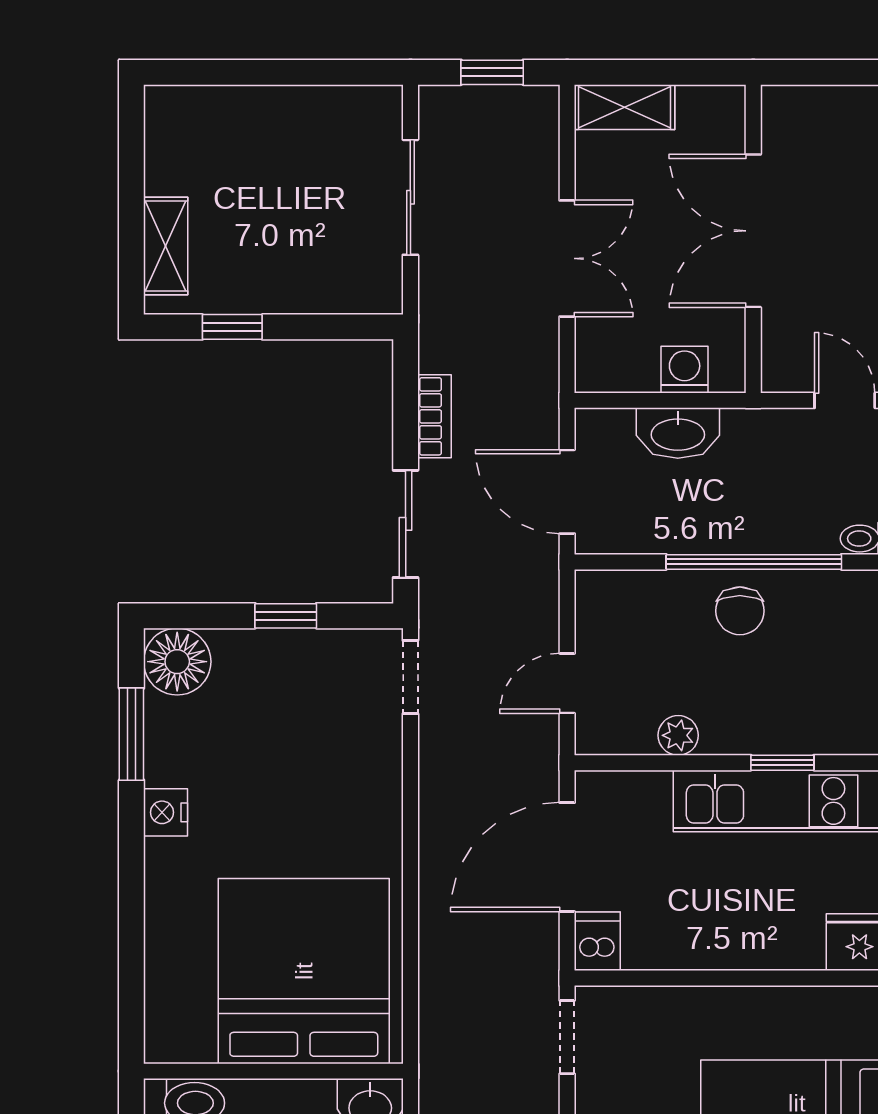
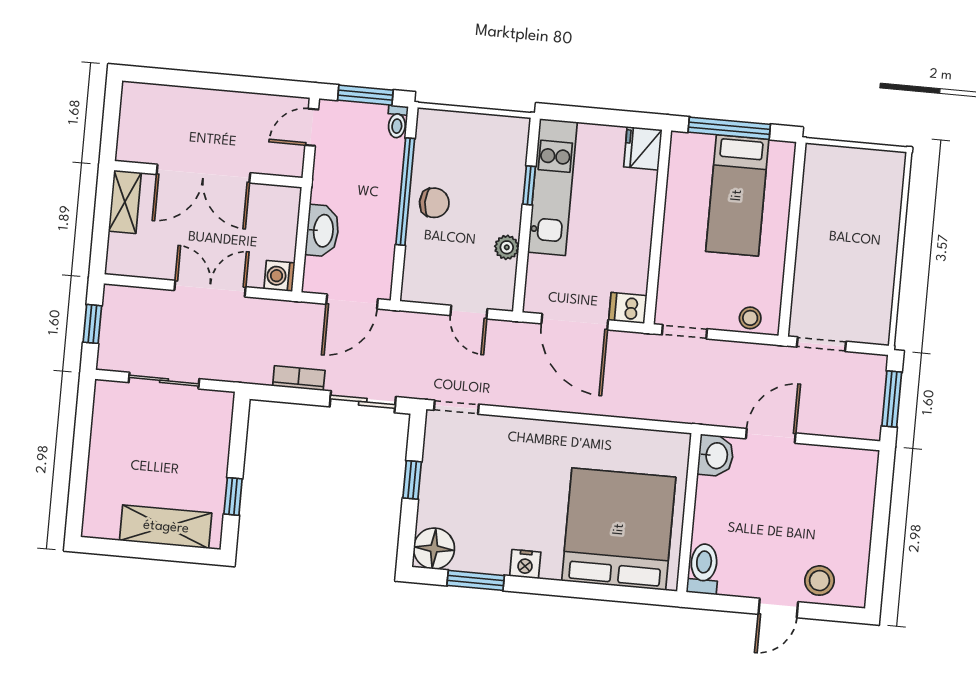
shelving: (625, 107) -> (125, 202), moved
shelving: (166, 246) -> (166, 527), width x1.50, depth x1.33
washing machine: (685, 370) -> (279, 276), moved
bed: (304, 971) -> (619, 529), moved, turned 90

